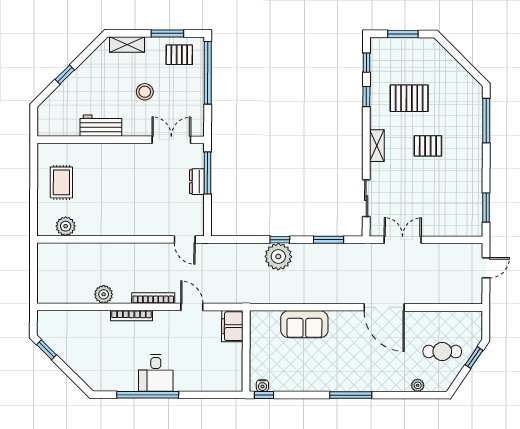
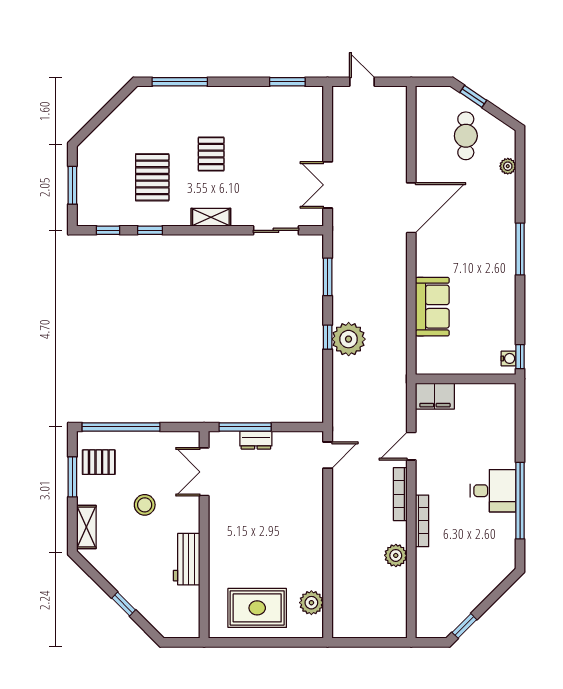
pallet: (179, 55) -> (99, 462), turned 90
rug: (61, 182) -> (257, 608), width x1.36, depth x1.43

